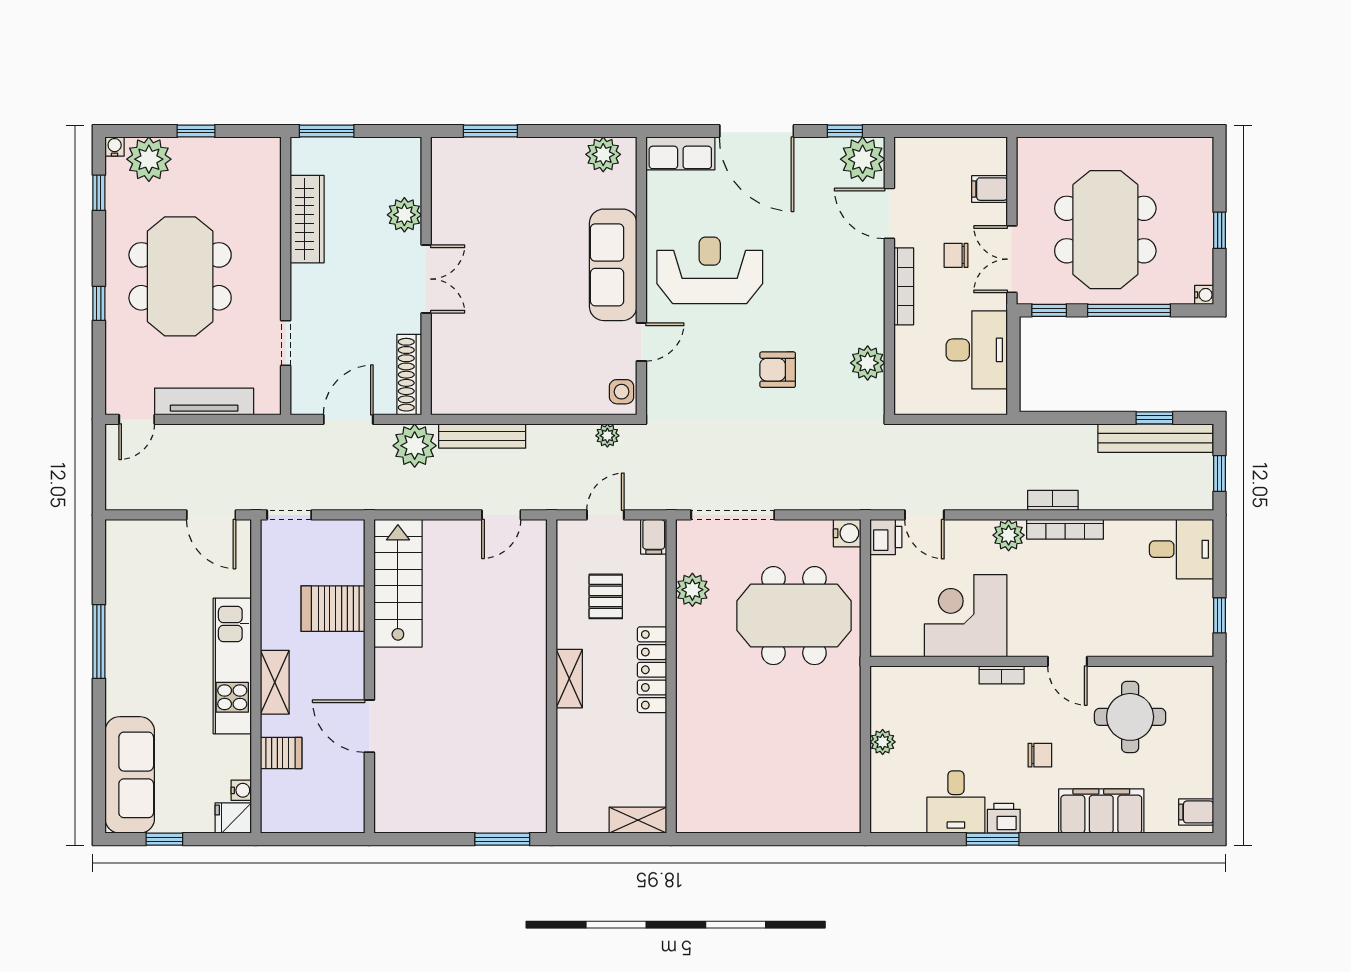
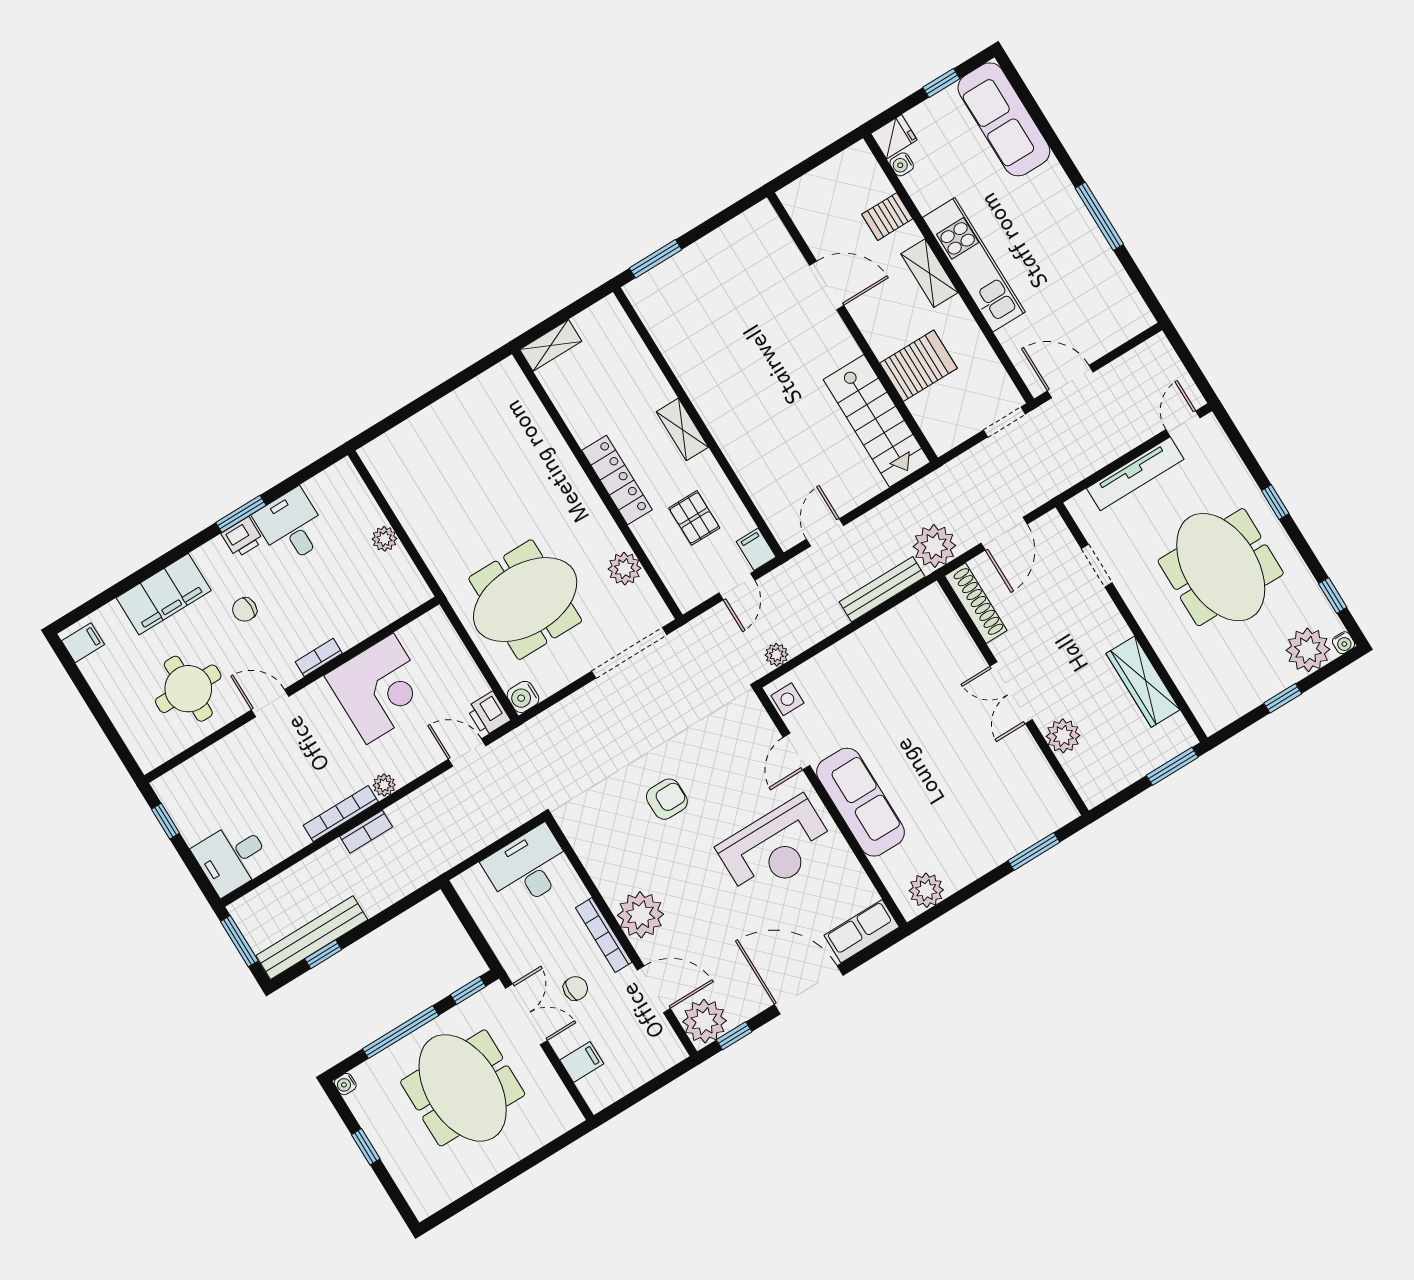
desk: (977, 350) -> (528, 867), moved, turned 90
plant: (868, 363) -> (641, 915), moved, width x1.36, depth x1.36
window: (1220, 473) -> (239, 941), width x1.50
plant: (1009, 535) -> (384, 785), width x0.73, depth x0.73
filing cabinet: (654, 537) -> (756, 549), moved

